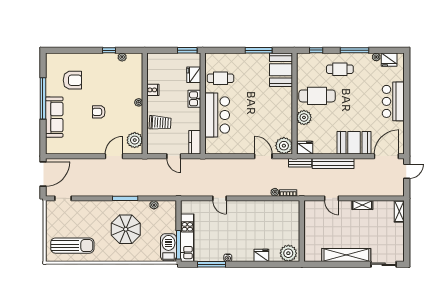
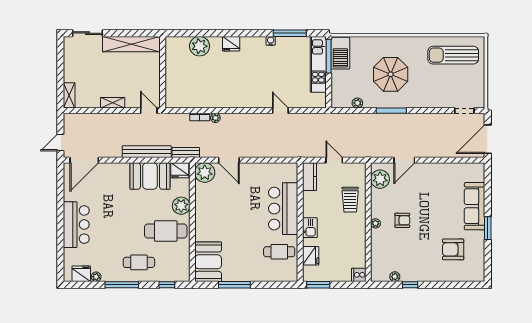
cooker: (153, 90) -> (359, 275), moved
window: (43, 98) -> (488, 228), width x0.47
armchair: (99, 112) -> (402, 220), moved
trolley: (160, 123) -> (350, 200), turned -93
booth: (354, 143) -> (150, 176), moved
wall: (302, 231) -> (163, 72), moved

